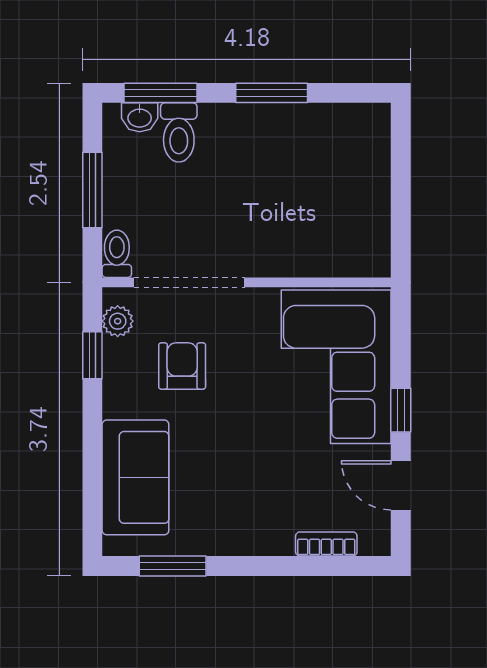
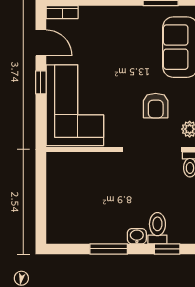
window: (160, 93) -> (167, 249), width x0.67
washbasin: (140, 117) -> (137, 236), moved
bookcase: (326, 544) -> (62, 12), moved

